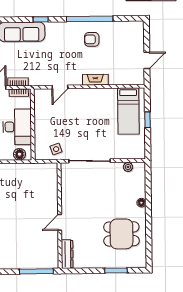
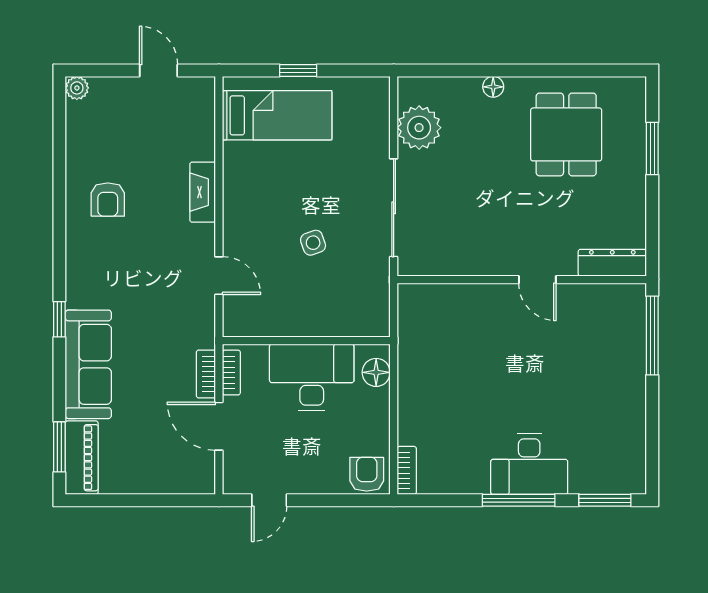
window: (90, 19) -> (59, 204), removed
plant: (139, 26) -> (77, 88), added
side table: (56, 149) -> (313, 243), moved
plant: (128, 167) -> (419, 128), width x1.88, depth x1.88

